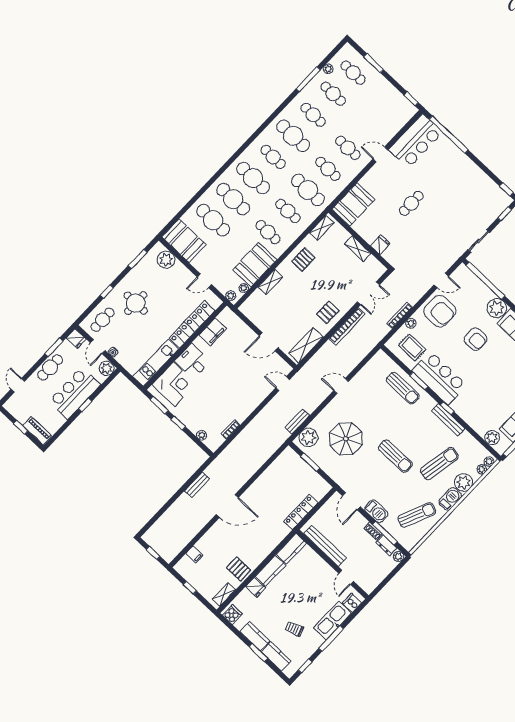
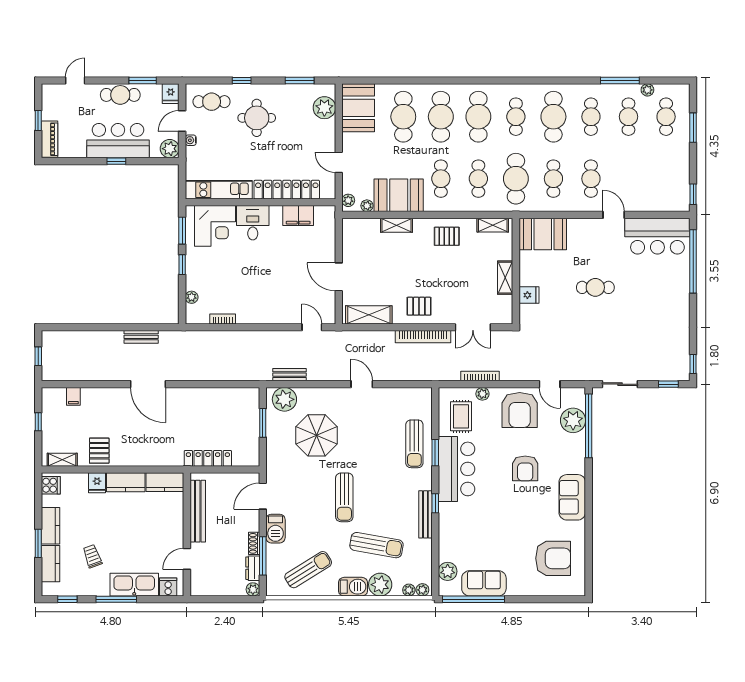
plant: (497, 308) -> (573, 420), moved
sun lounger: (417, 515) -> (308, 570), turned -55

